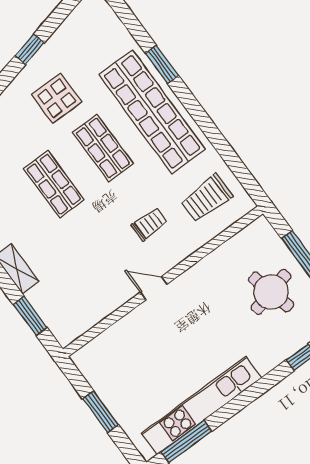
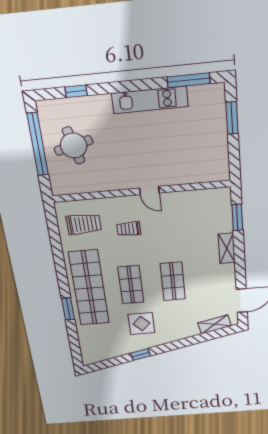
kitchen unit: (202, 406) -> (150, 100), width x0.73
window: (101, 412) -> (232, 118), moved

